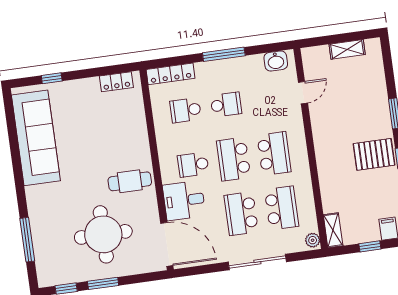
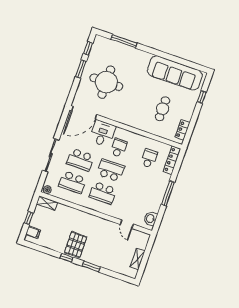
school desk: (226, 105) -> (141, 181), removed
cafe table: (130, 181) -> (162, 109), moved
school desk: (241, 214) -> (80, 160), turned 180

